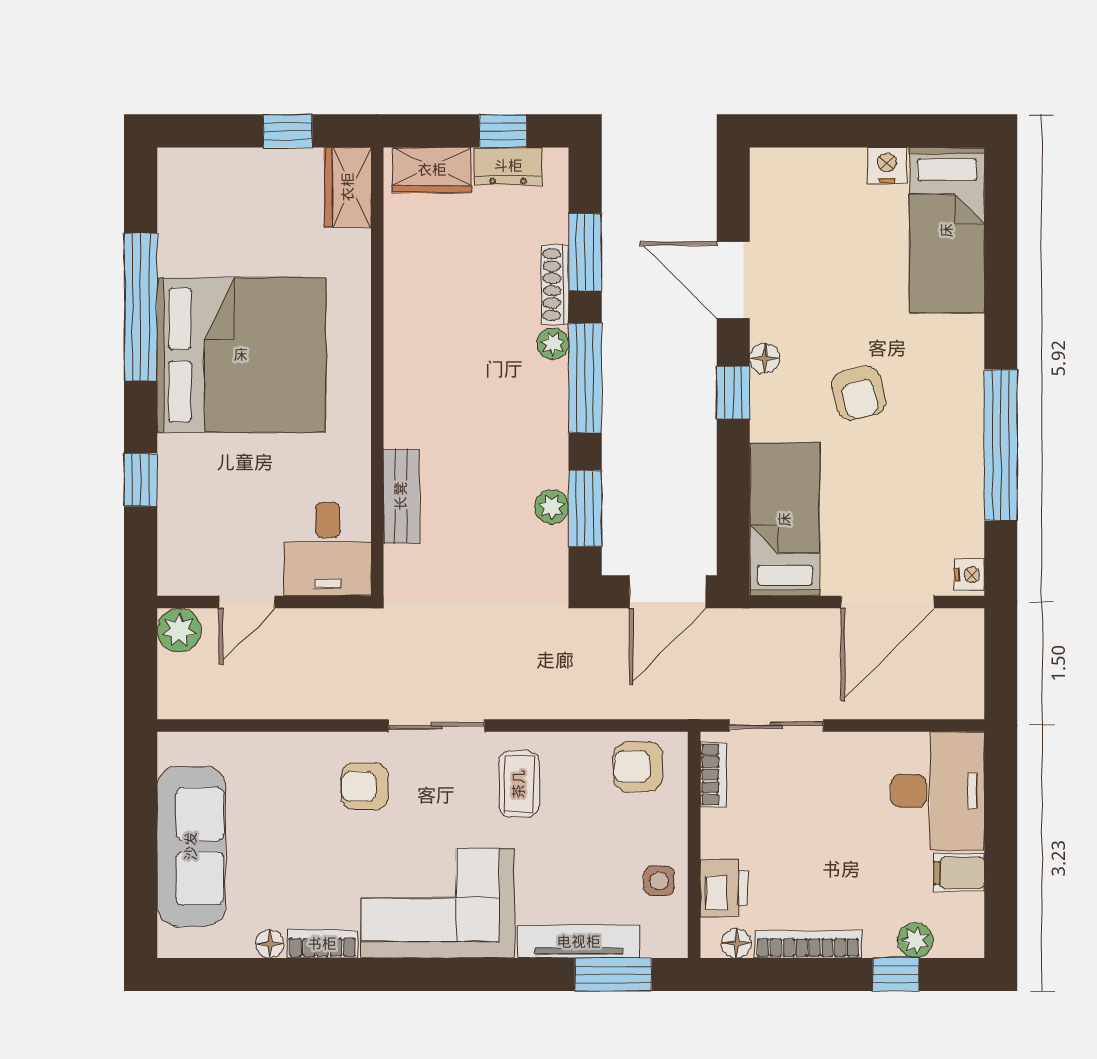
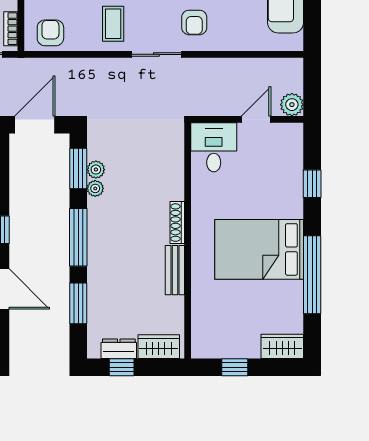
wardrobe: (348, 187) -> (282, 346), moved, turned -90
shoe rack: (555, 285) -> (177, 223), moved, turned 180
plant: (553, 344) -> (95, 188), moved
bed: (241, 355) -> (259, 249), width x0.73
bench: (401, 496) -> (175, 270), moved
armchair: (638, 767) -> (50, 33), turned -90
armchair: (365, 786) -> (194, 22), turned 90

